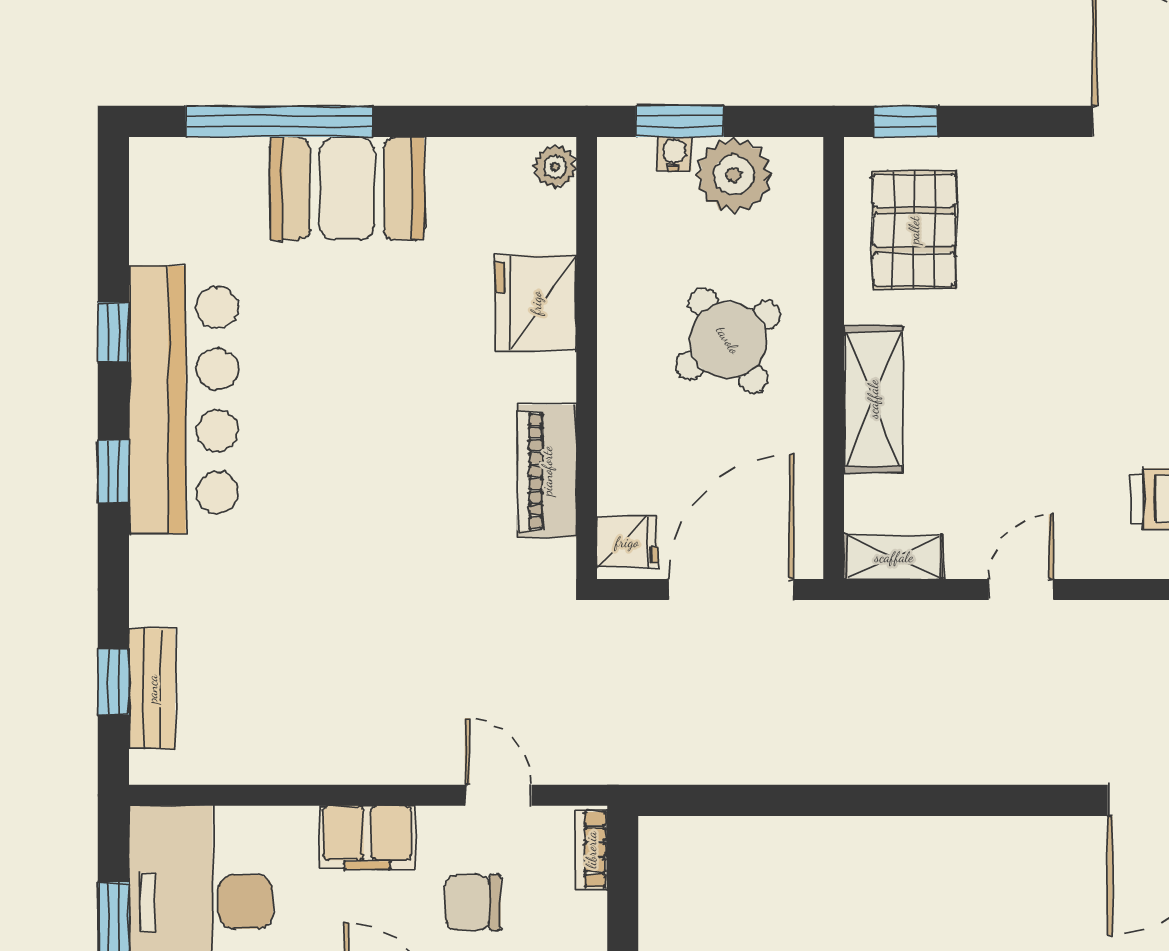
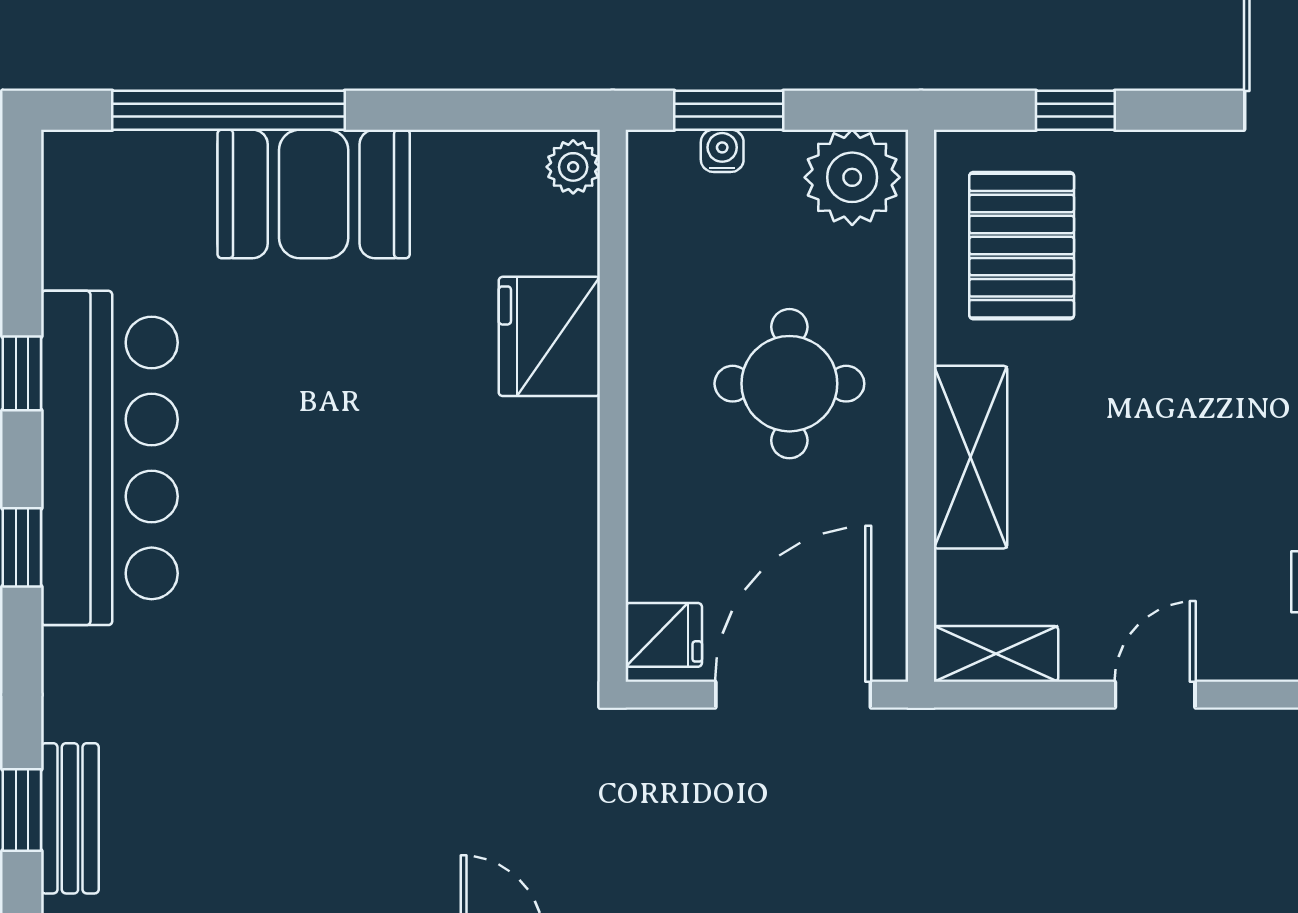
window: (906, 121) -> (1075, 110), moved
plant: (734, 175) -> (852, 177), moved
round table: (728, 340) -> (789, 384), turned 33
piano: (547, 471) -> (563, 547), removed

